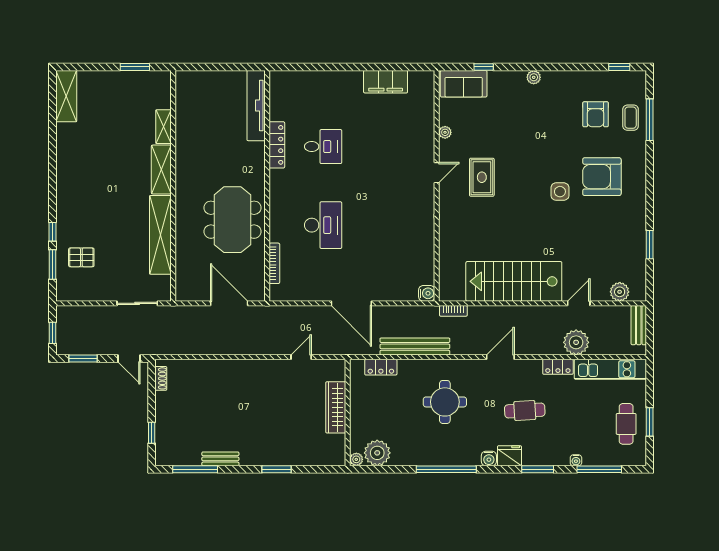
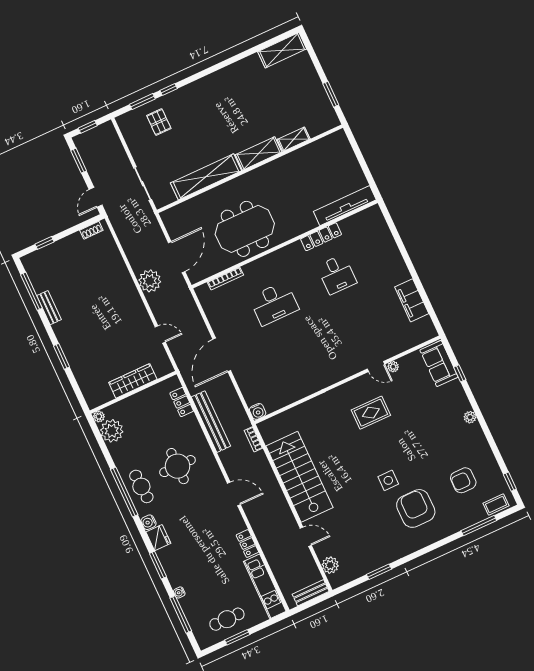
coffee table: (631, 118) -> (496, 505), moved
door: (437, 173) -> (376, 367), moved
plant: (576, 342) -> (150, 281), moved
cafe table: (525, 411) -> (141, 486), moved

